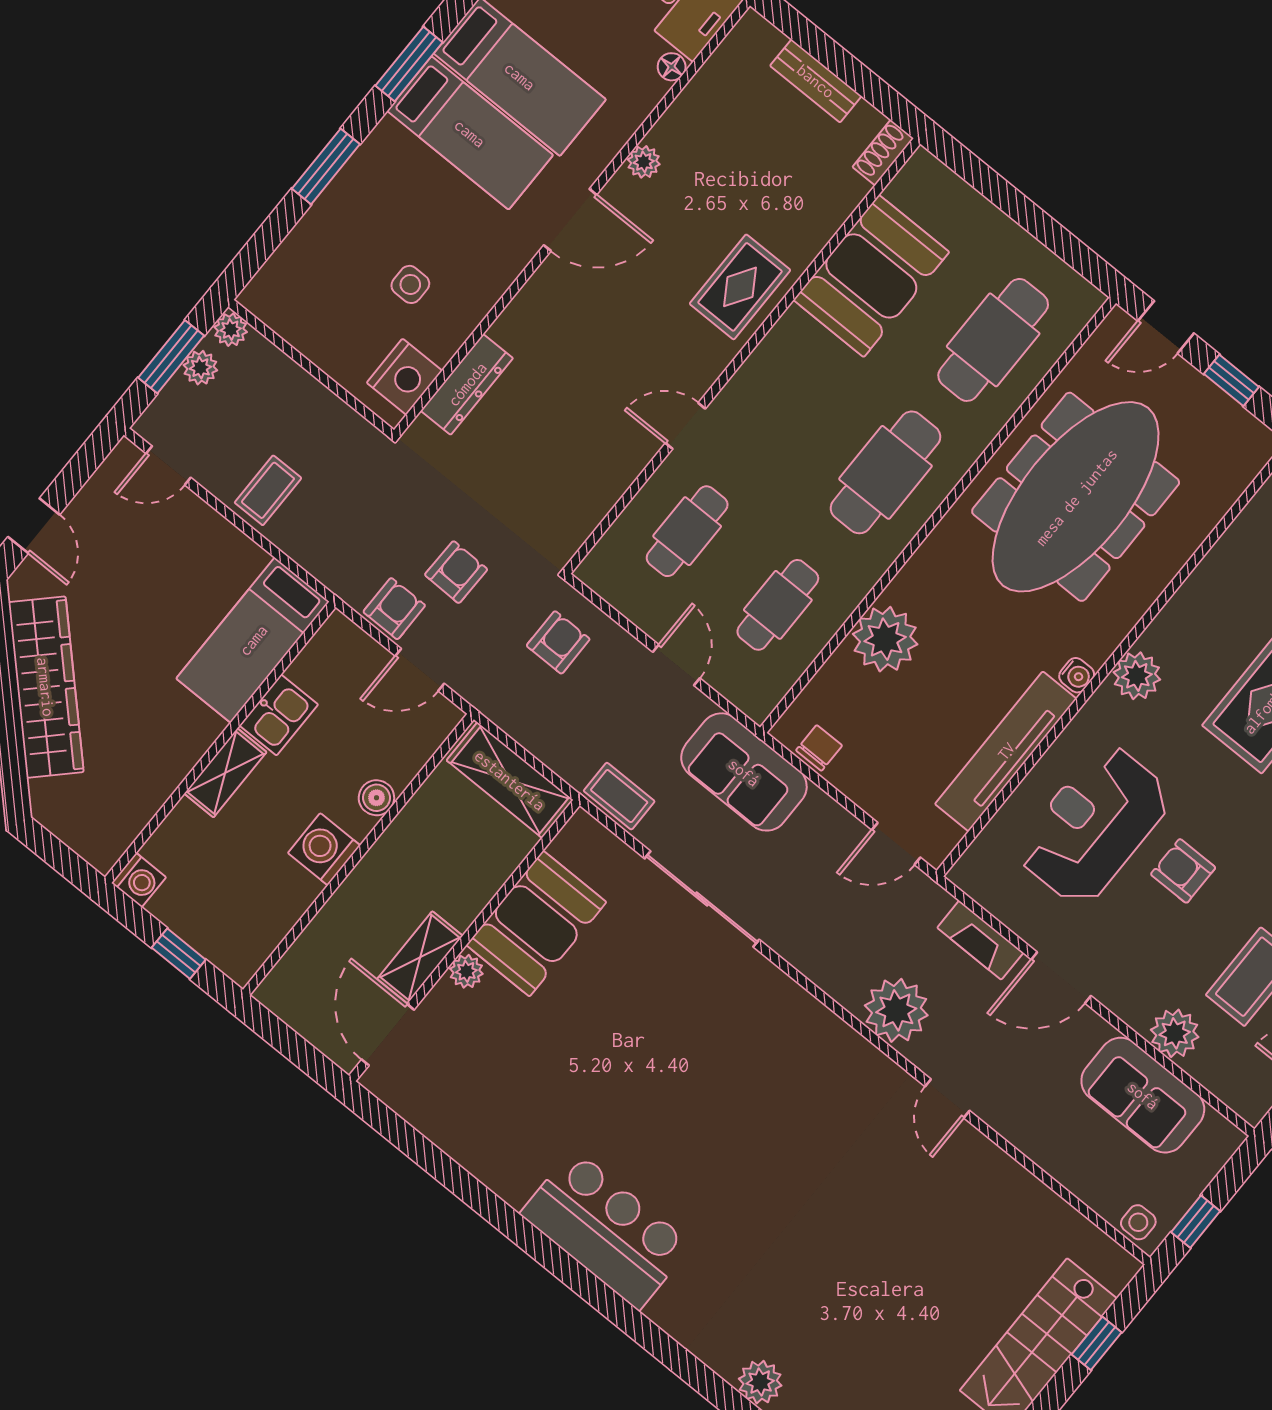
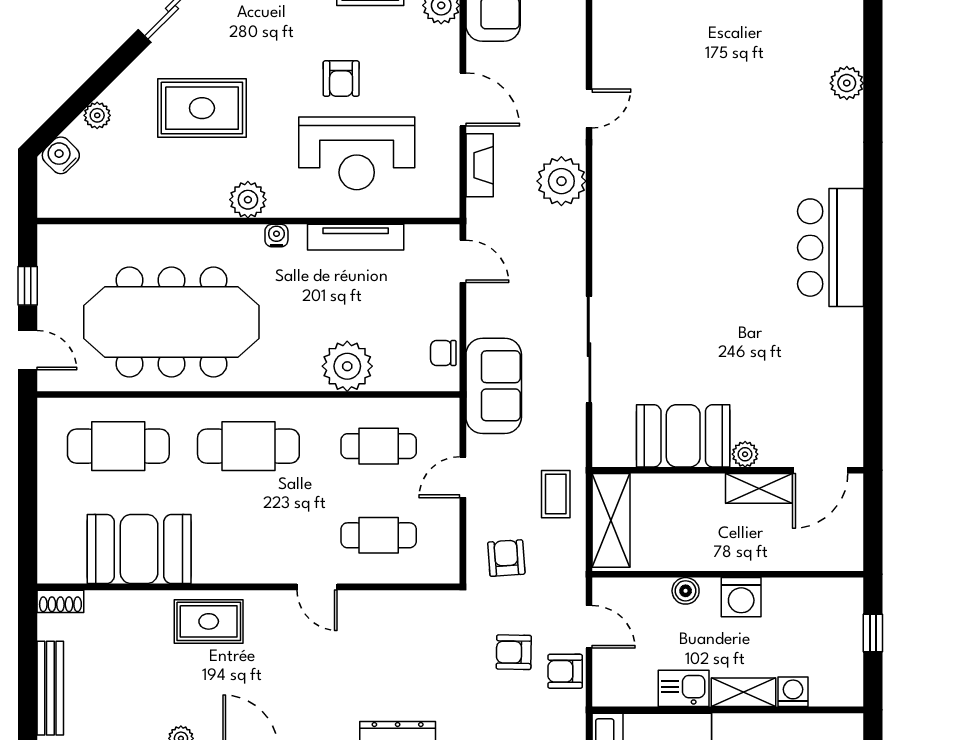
bench: (816, 81) -> (50, 688), width x1.36
armchair: (558, 642) -> (506, 558), turned 86
tv unit: (1006, 751) -> (356, 237), width x0.73, depth x0.78
coffee table: (619, 796) -> (556, 494), moved
washing machine: (139, 880) -> (793, 692), moved

